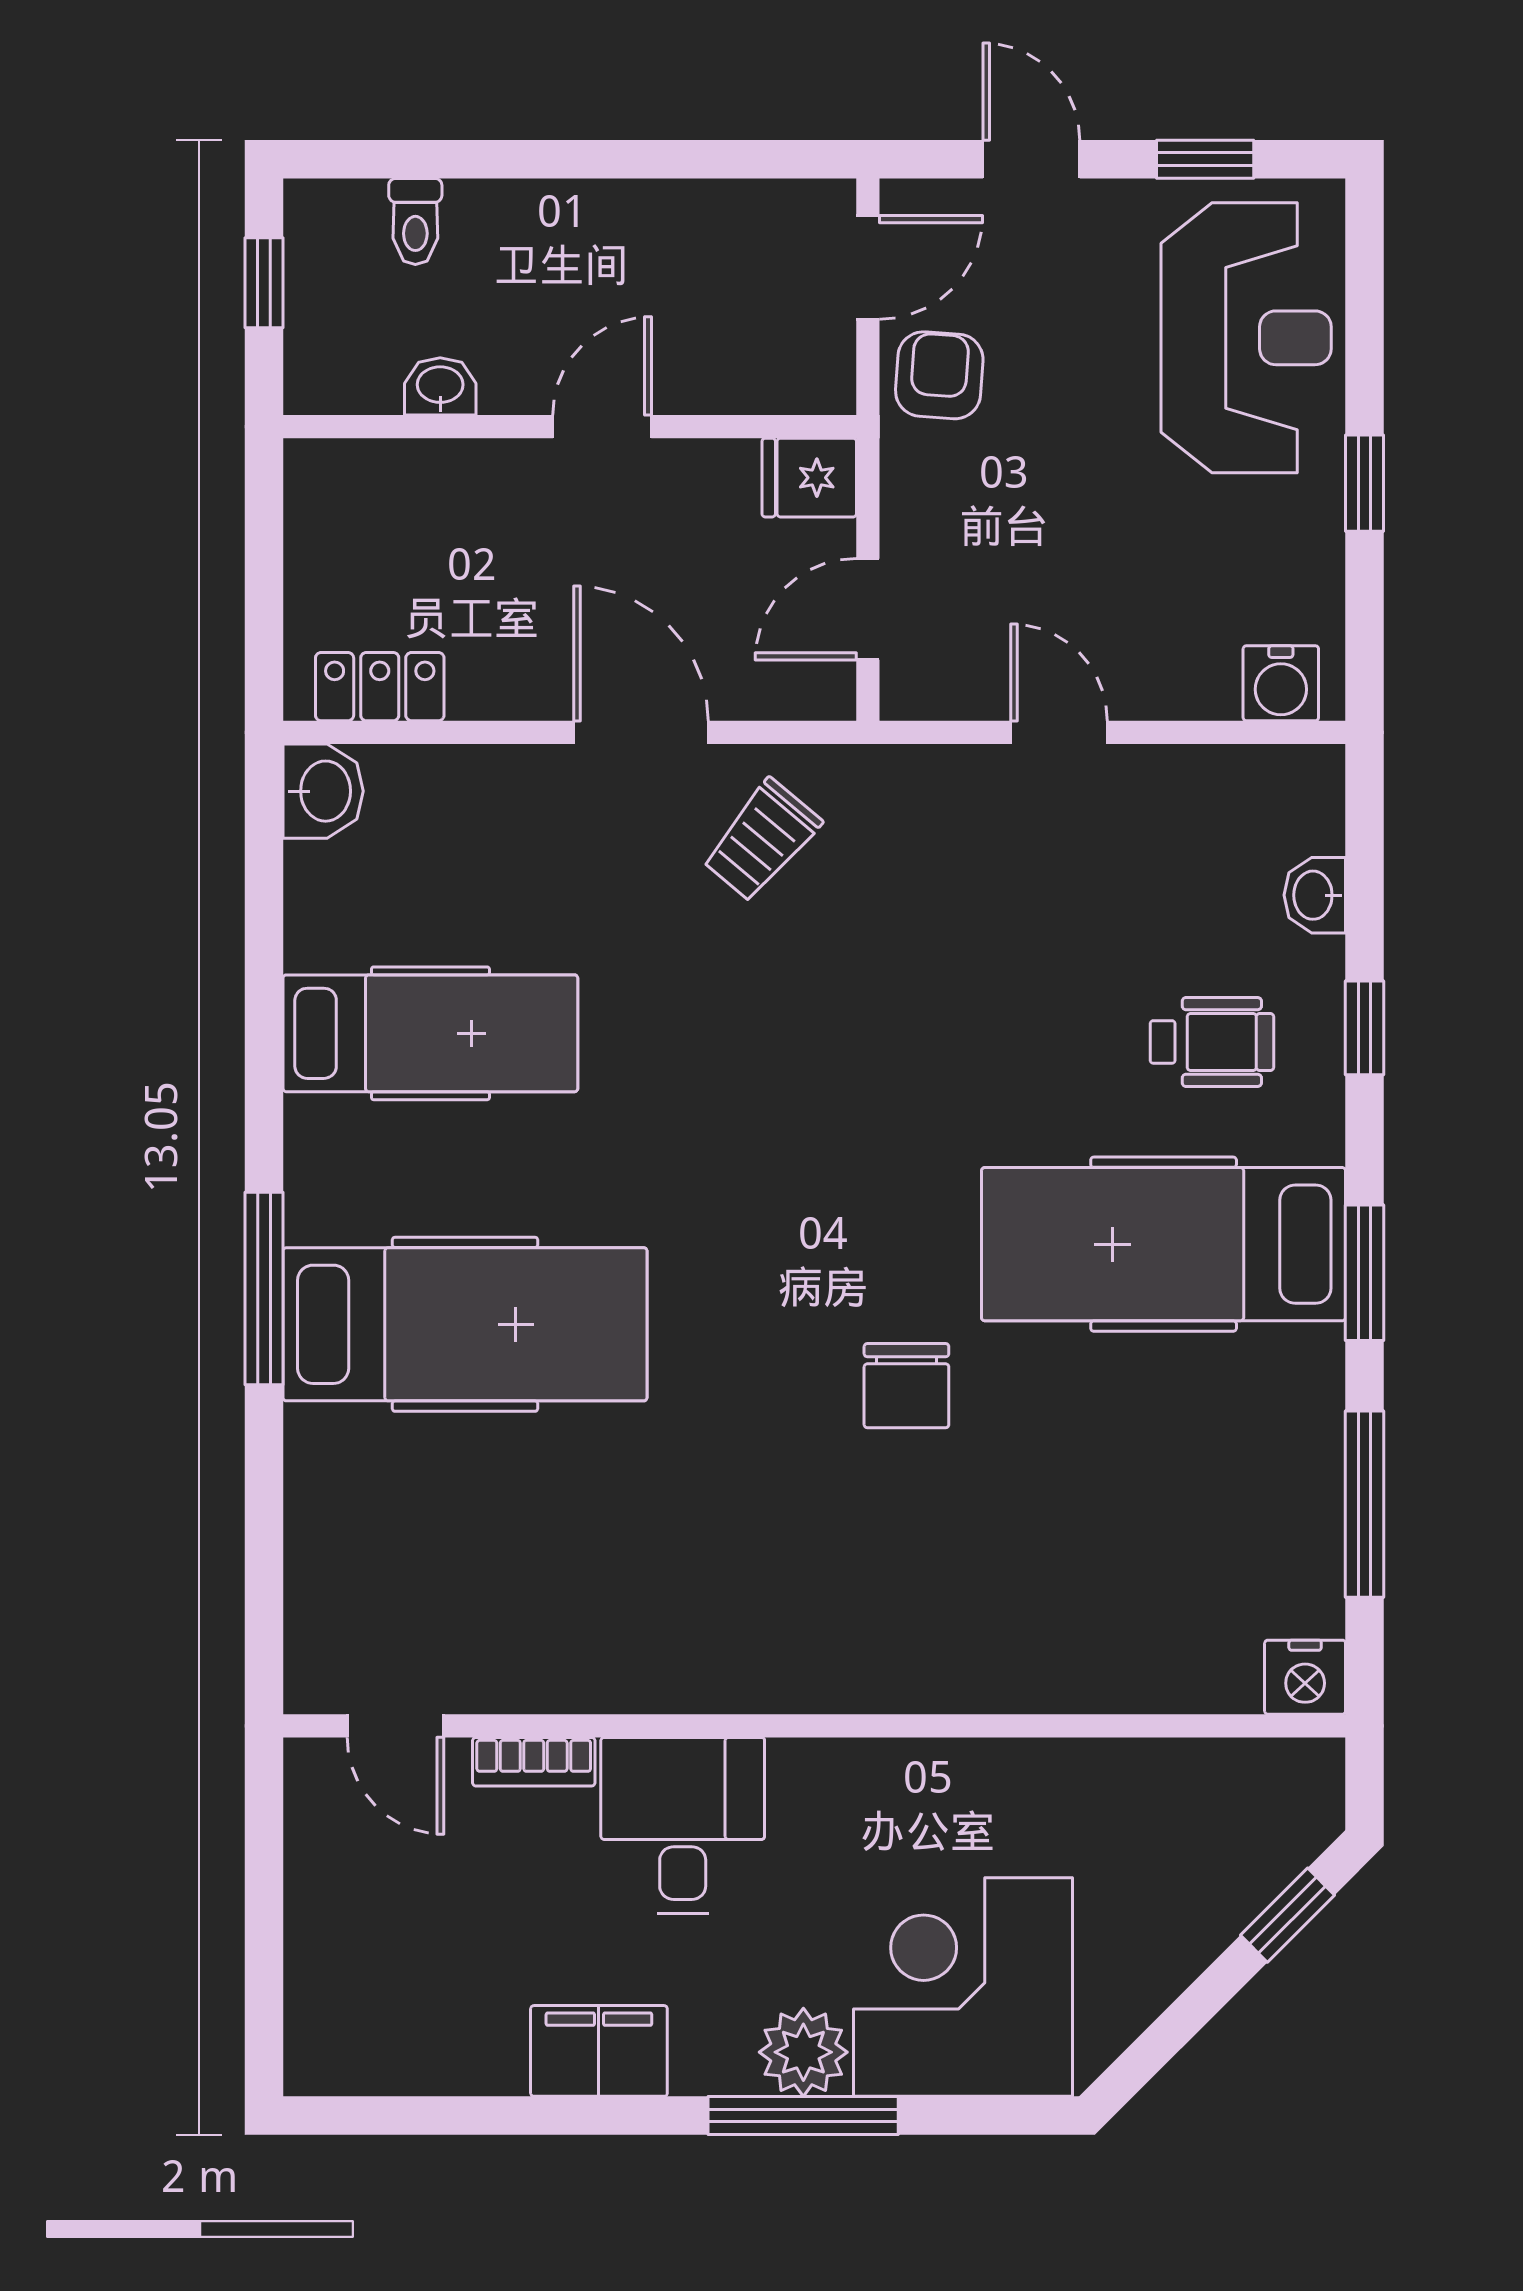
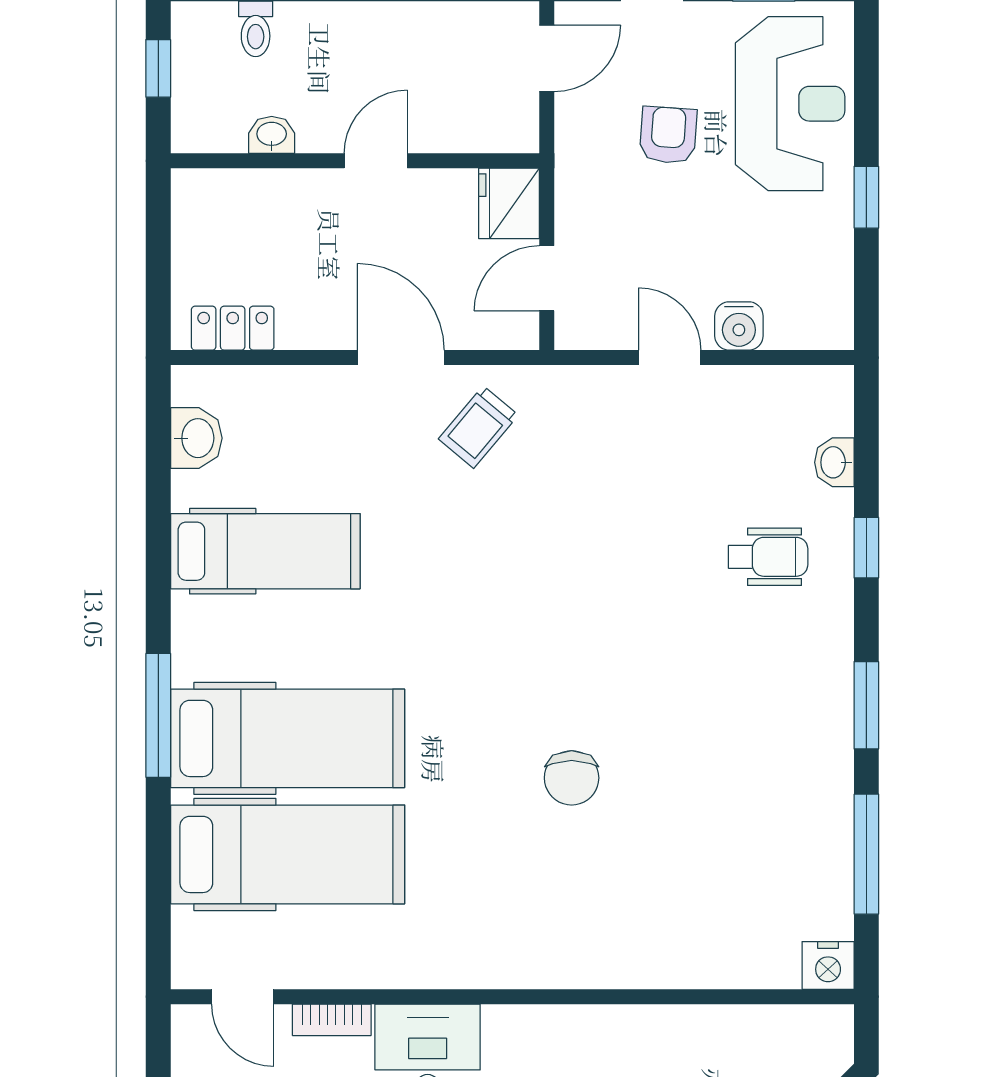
armchair: (939, 375) -> (668, 135), moved
fridge: (809, 478) -> (509, 203), width x1.38
water cooler: (1281, 683) -> (739, 326), moved
washbasin: (323, 791) -> (196, 438), moved
hospital bed: (1164, 1244) -> (288, 854), moved, turned 180

